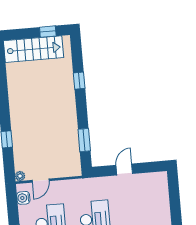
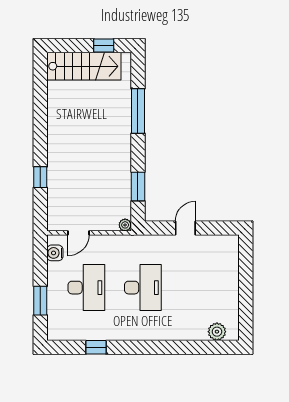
window: (79, 81) -> (138, 111), width x2.17
plant: (20, 176) -> (125, 225), moved

